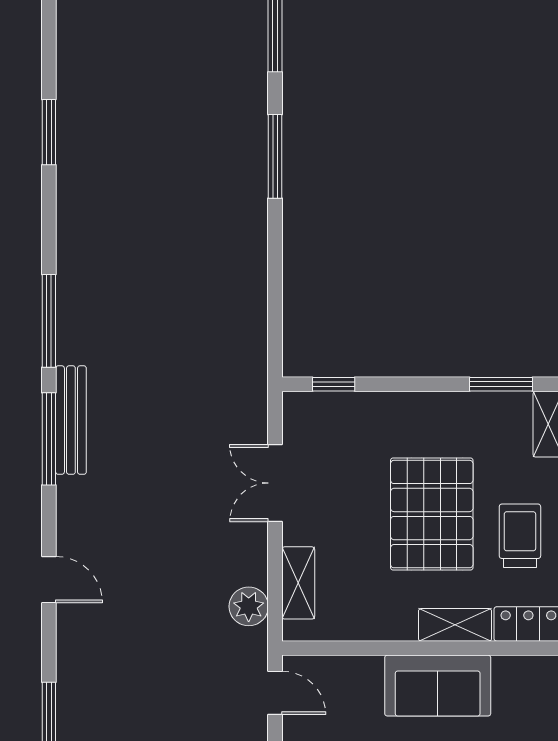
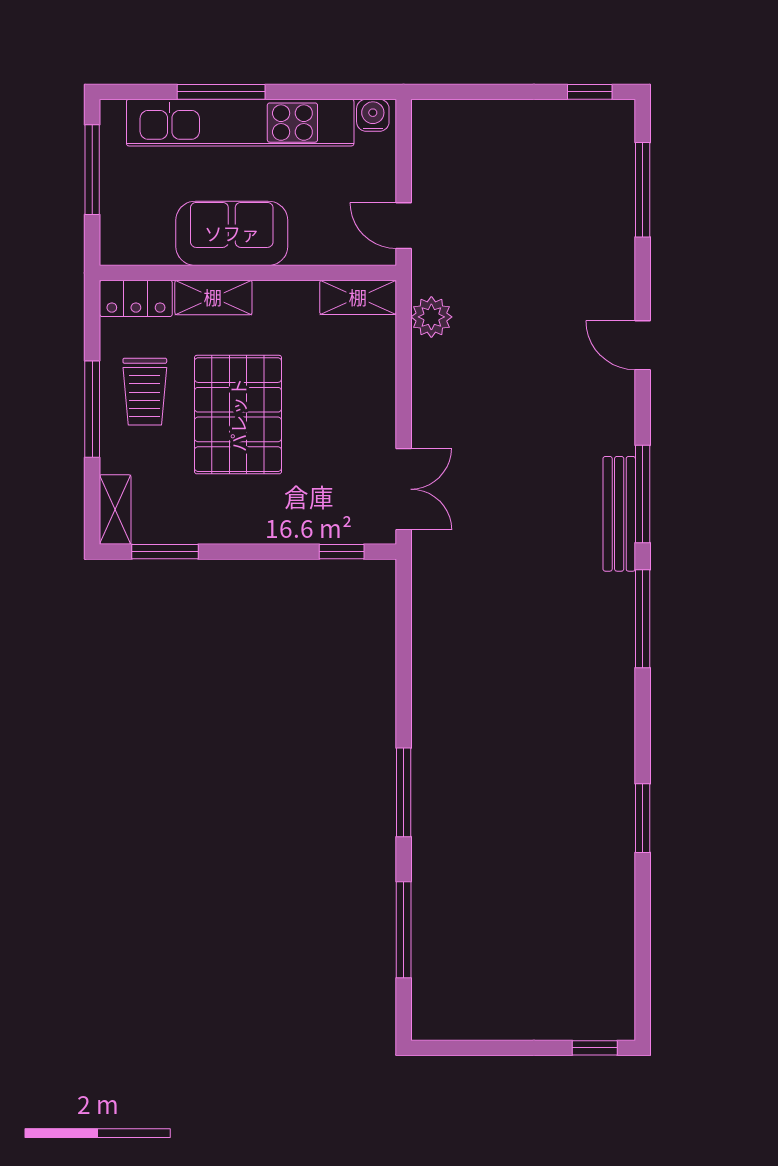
double door: (275, 483) -> (404, 489), moved
shelving: (298, 583) -> (358, 297), moved, turned 90

